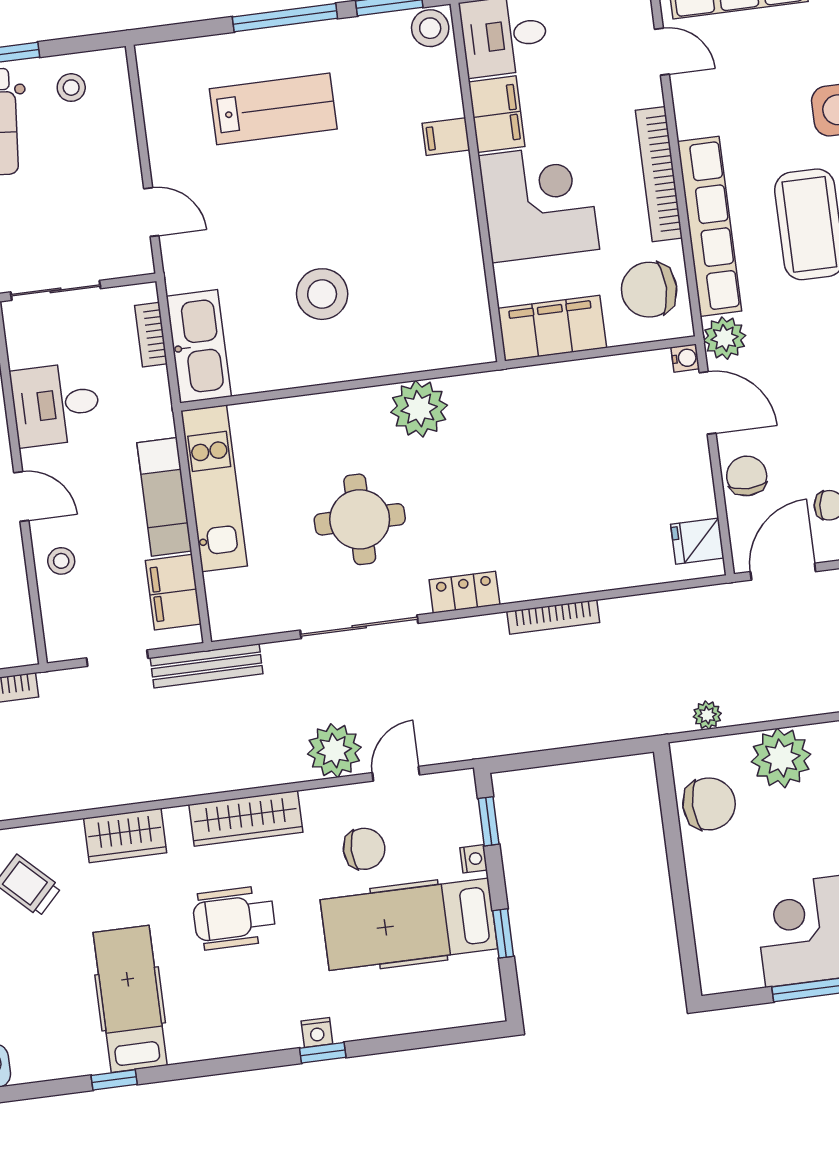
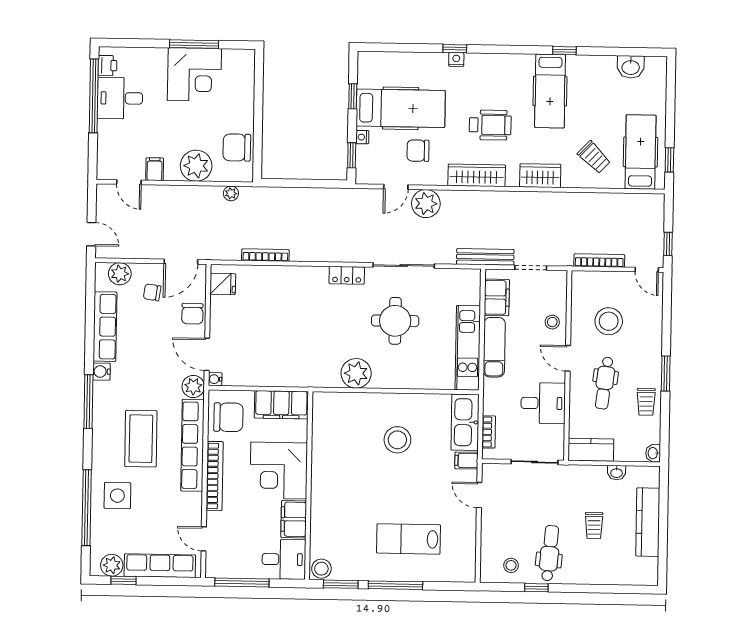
filing cabinet: (446, 137) -> (466, 460), moved, turned 180
bookcase: (553, 617) -> (265, 255), moved

